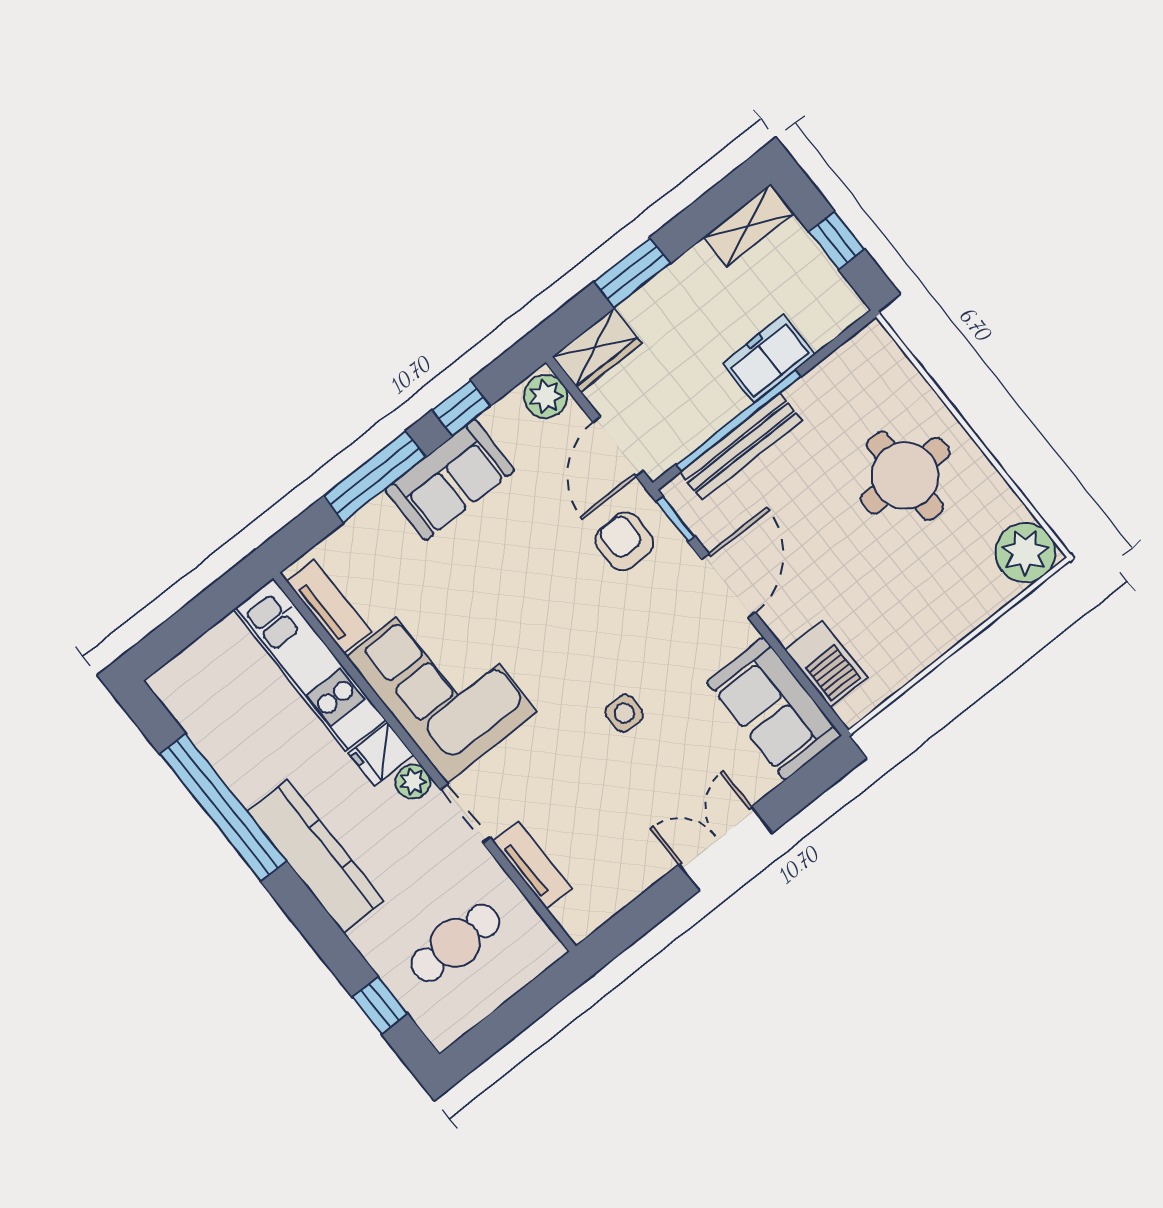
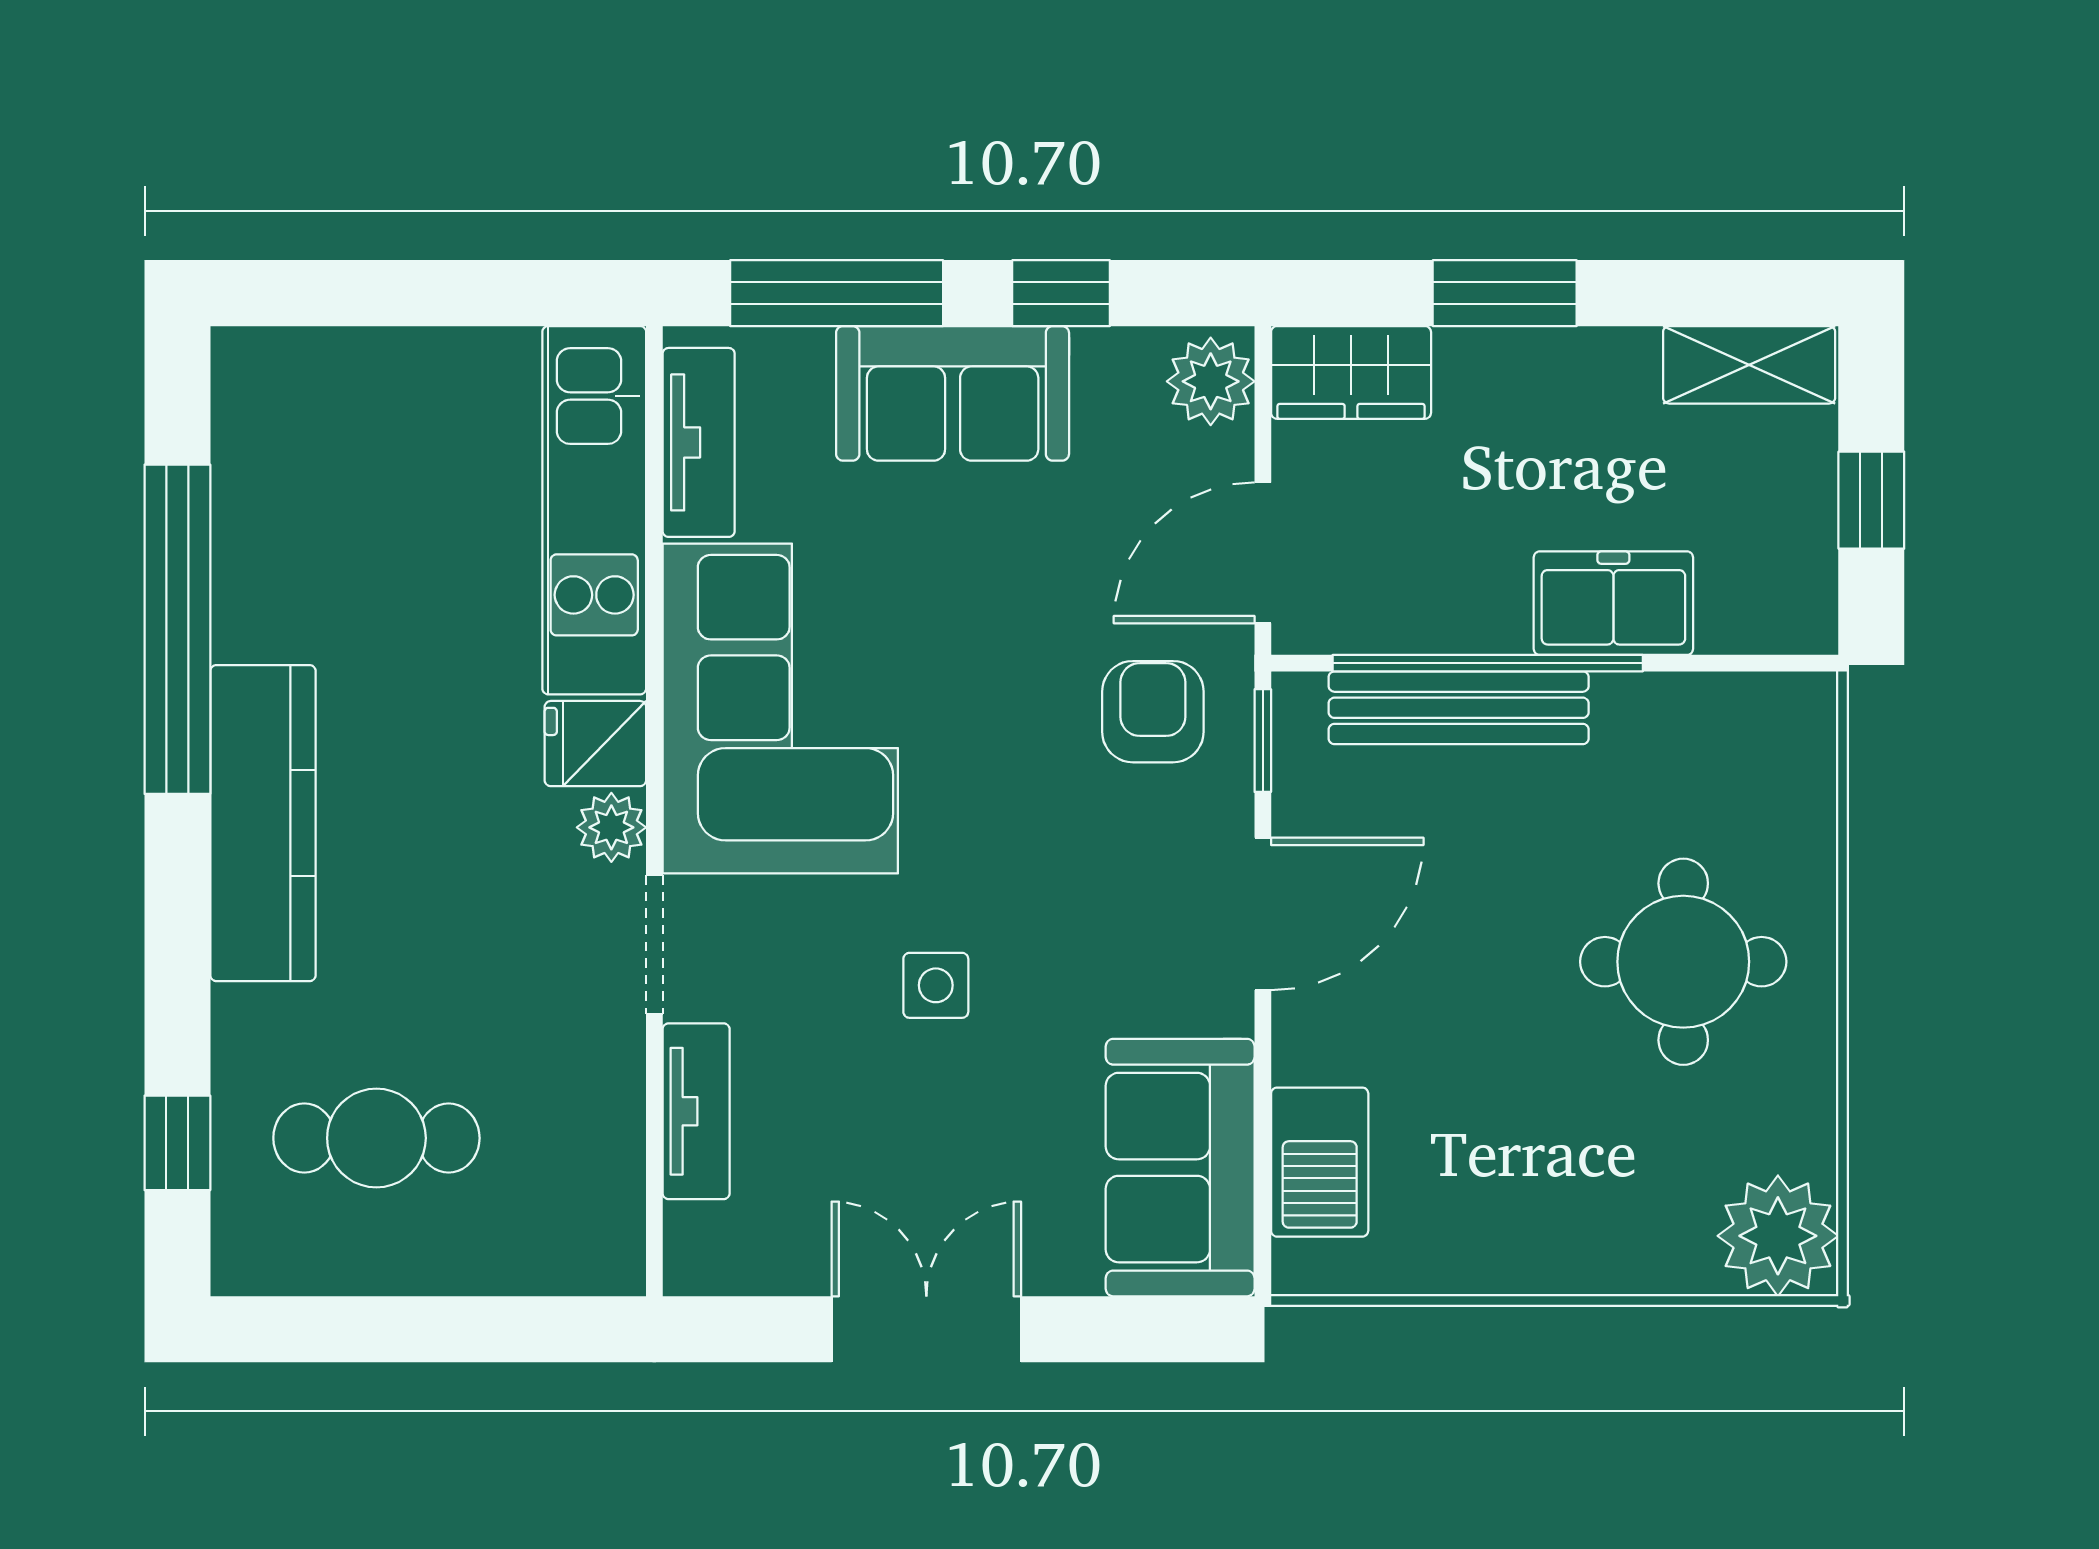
tv unit: (329, 607) -> (699, 442), moved
kitchen unit: (309, 665) -> (594, 510), moved
corner sofa: (442, 684) -> (780, 708), moved
fridge: (381, 754) -> (595, 744), moved
wall: (425, 762) -> (654, 811), moved
plant: (413, 782) -> (611, 827), moved
doorway: (465, 814) -> (654, 945), moved
tv unit: (532, 865) -> (696, 1111), moved

